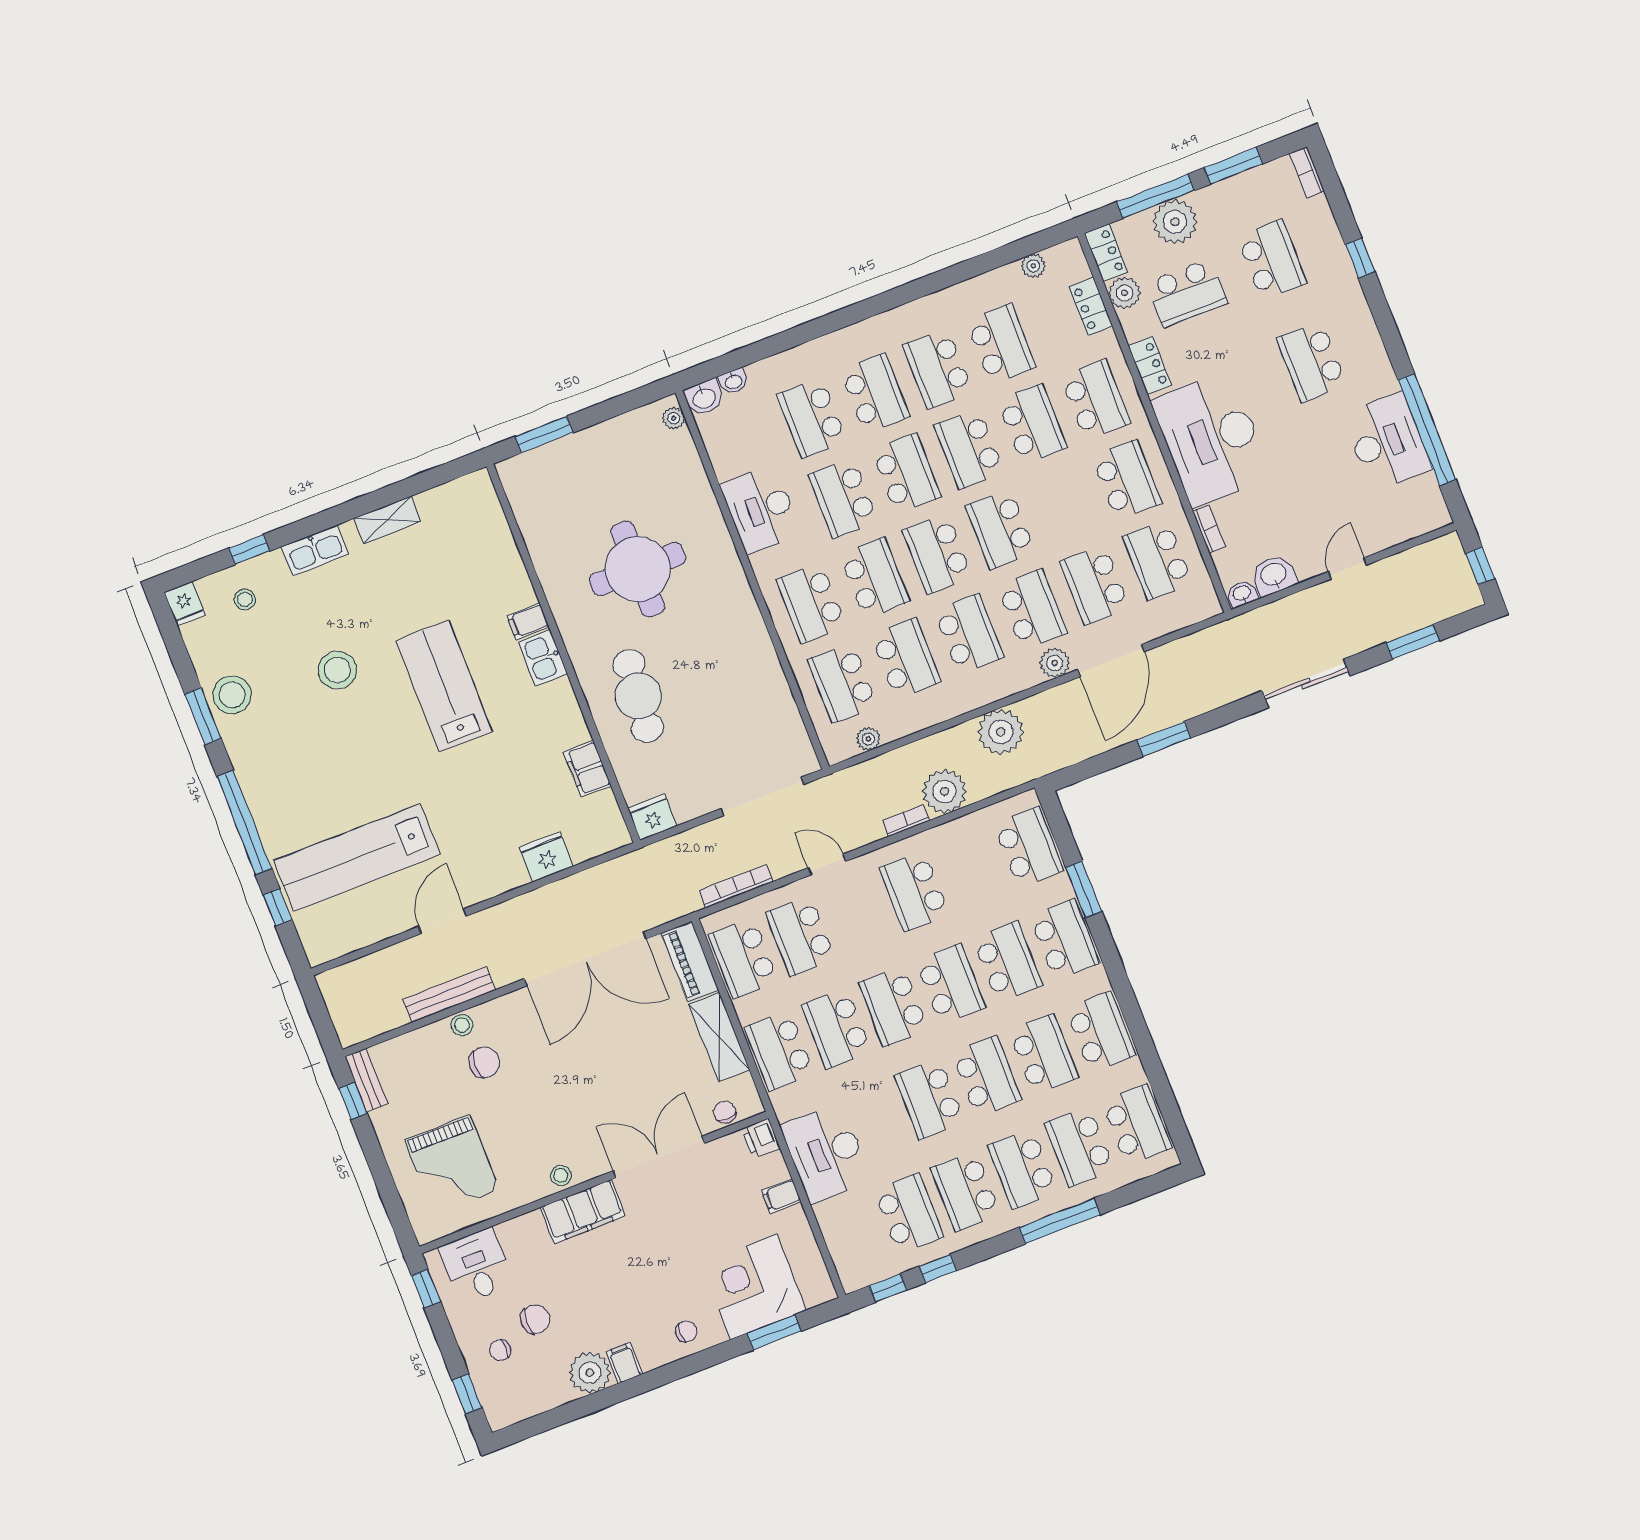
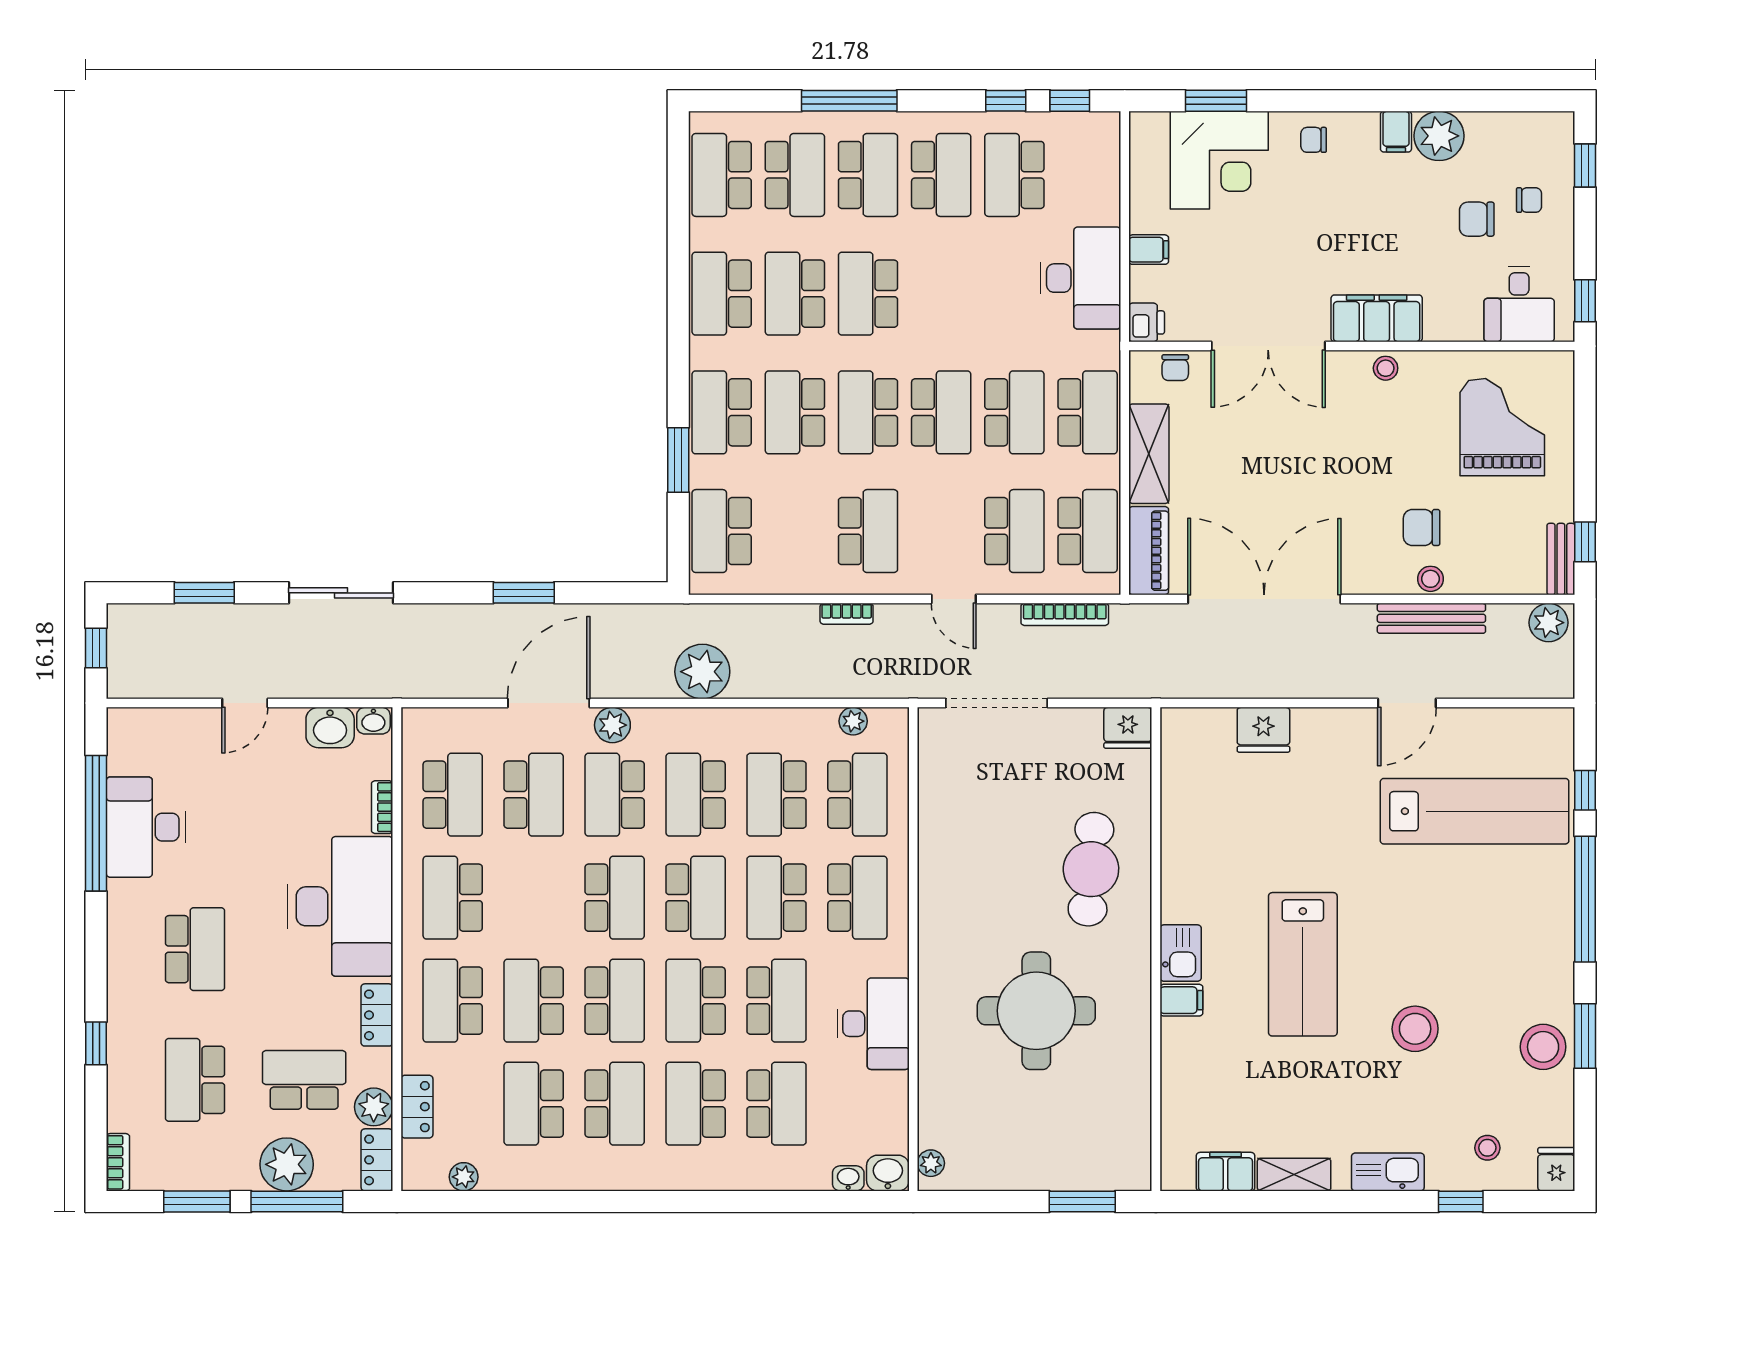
filing cabinet: (587, 769) -> (1225, 1172), moved, turned -90
plant: (944, 791) -> (1549, 623), moved, width x0.73, depth x0.73
school desk: (930, 1099) -> (941, 294), removed

